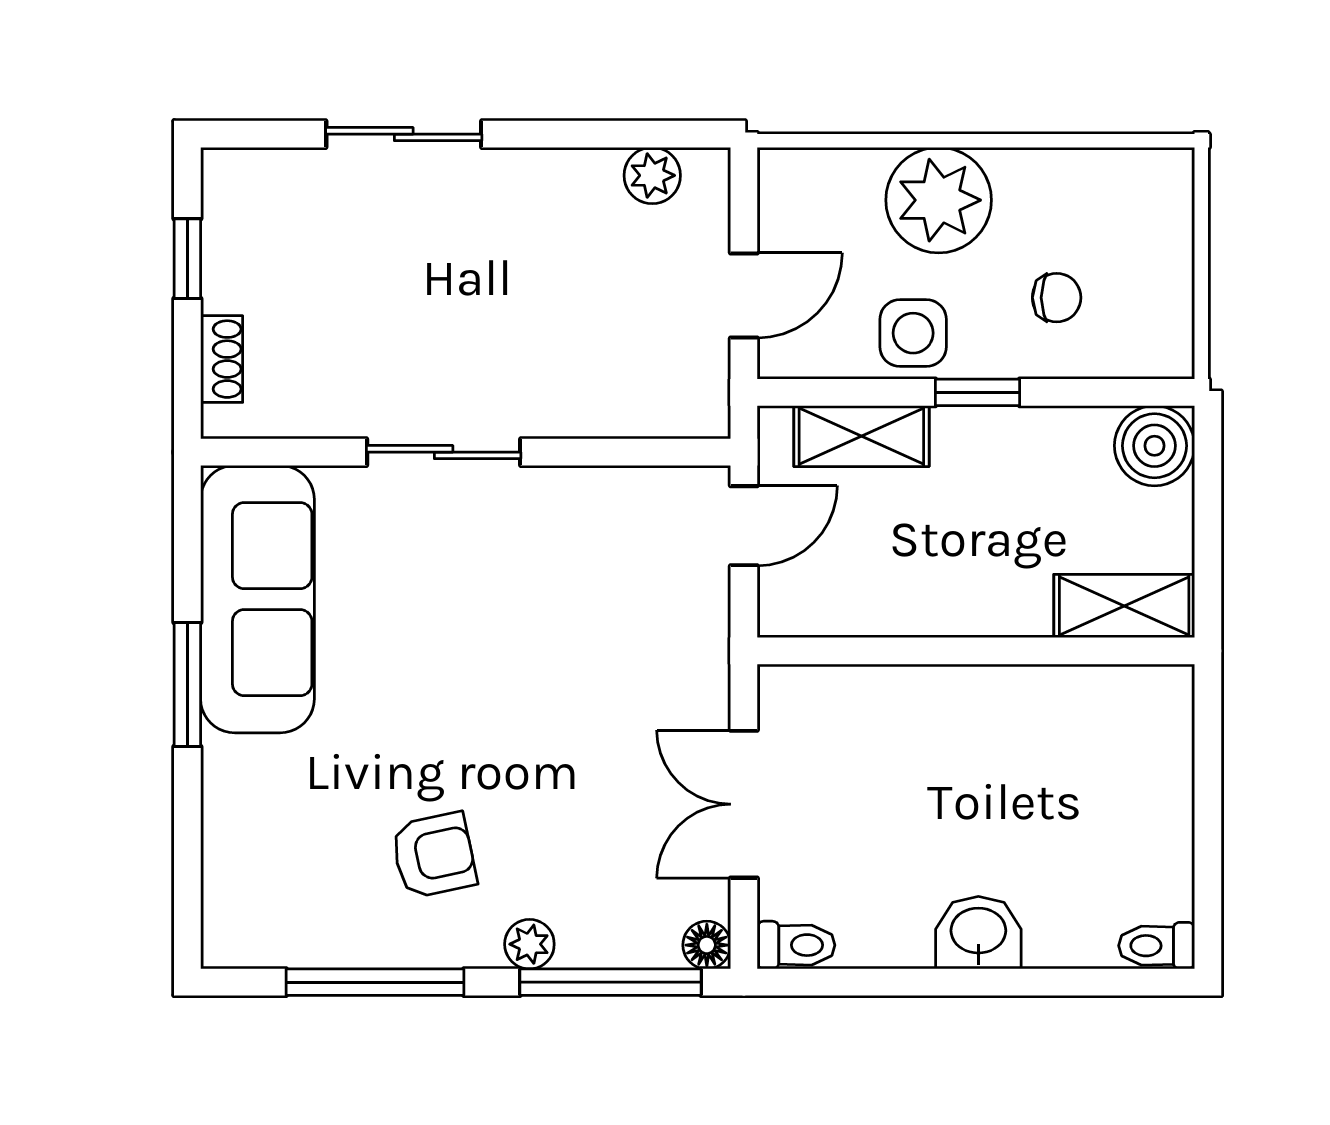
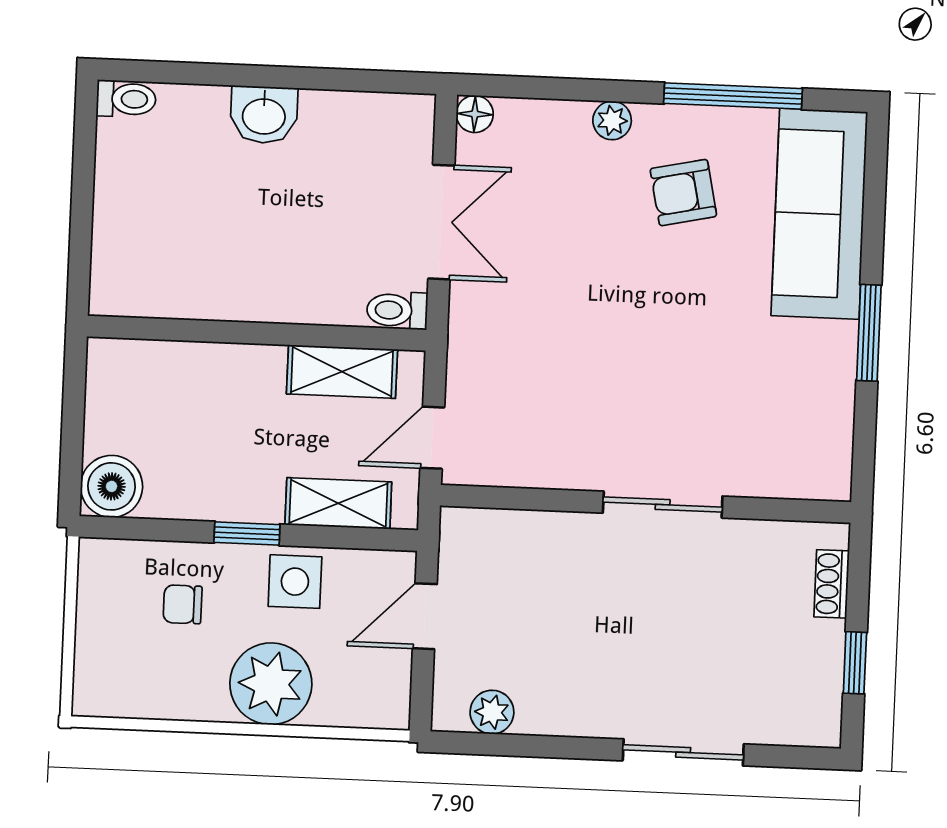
sofa: (257, 599) -> (819, 214), moved
shelving: (1124, 606) -> (342, 372), moved
toilet: (796, 945) -> (397, 310), moved
window: (610, 982) -> (551, 88), removed

